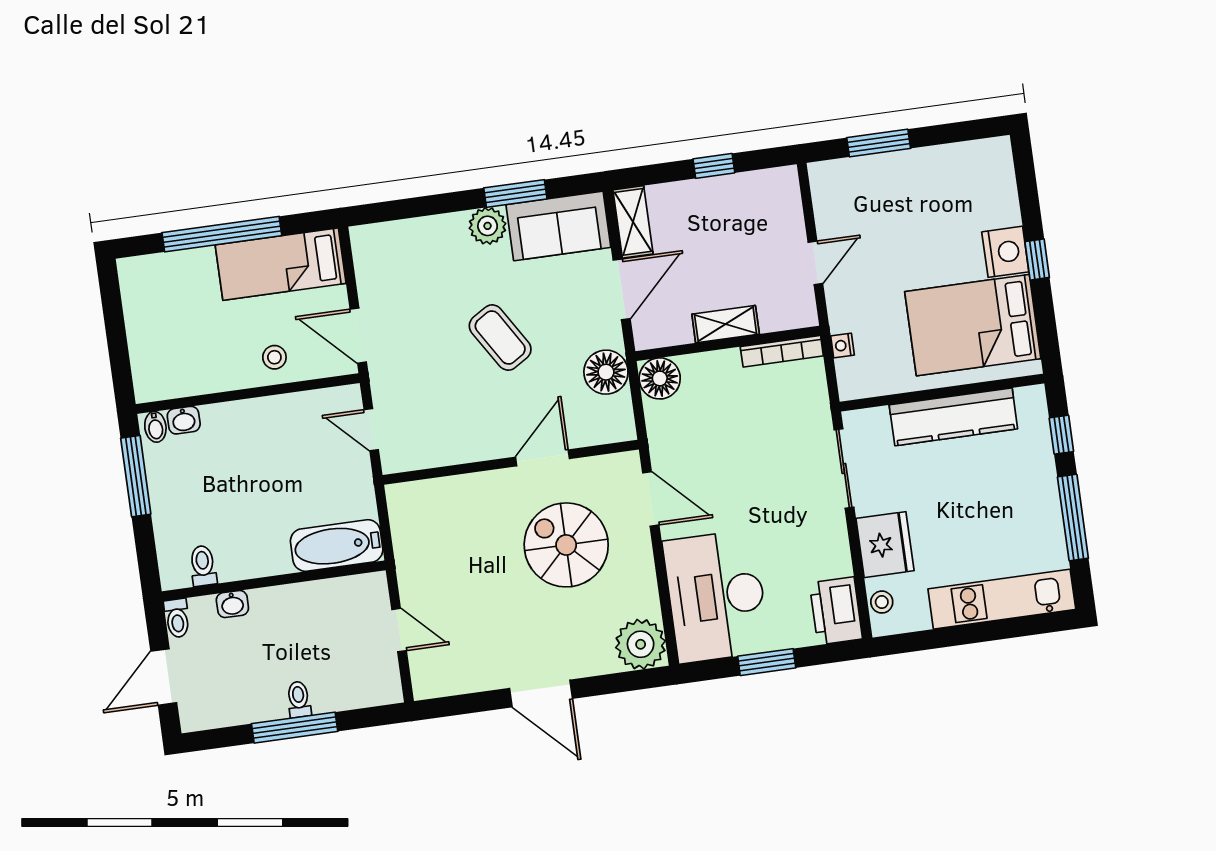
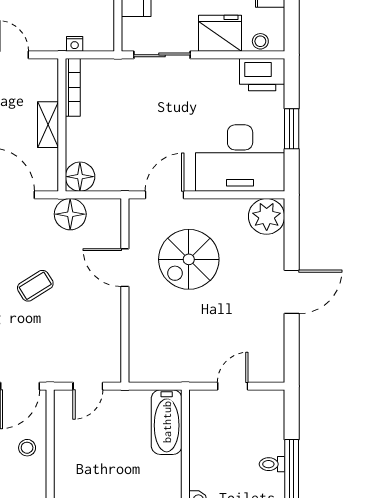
coffee table: (500, 338) -> (35, 286), width x0.73, depth x0.77

